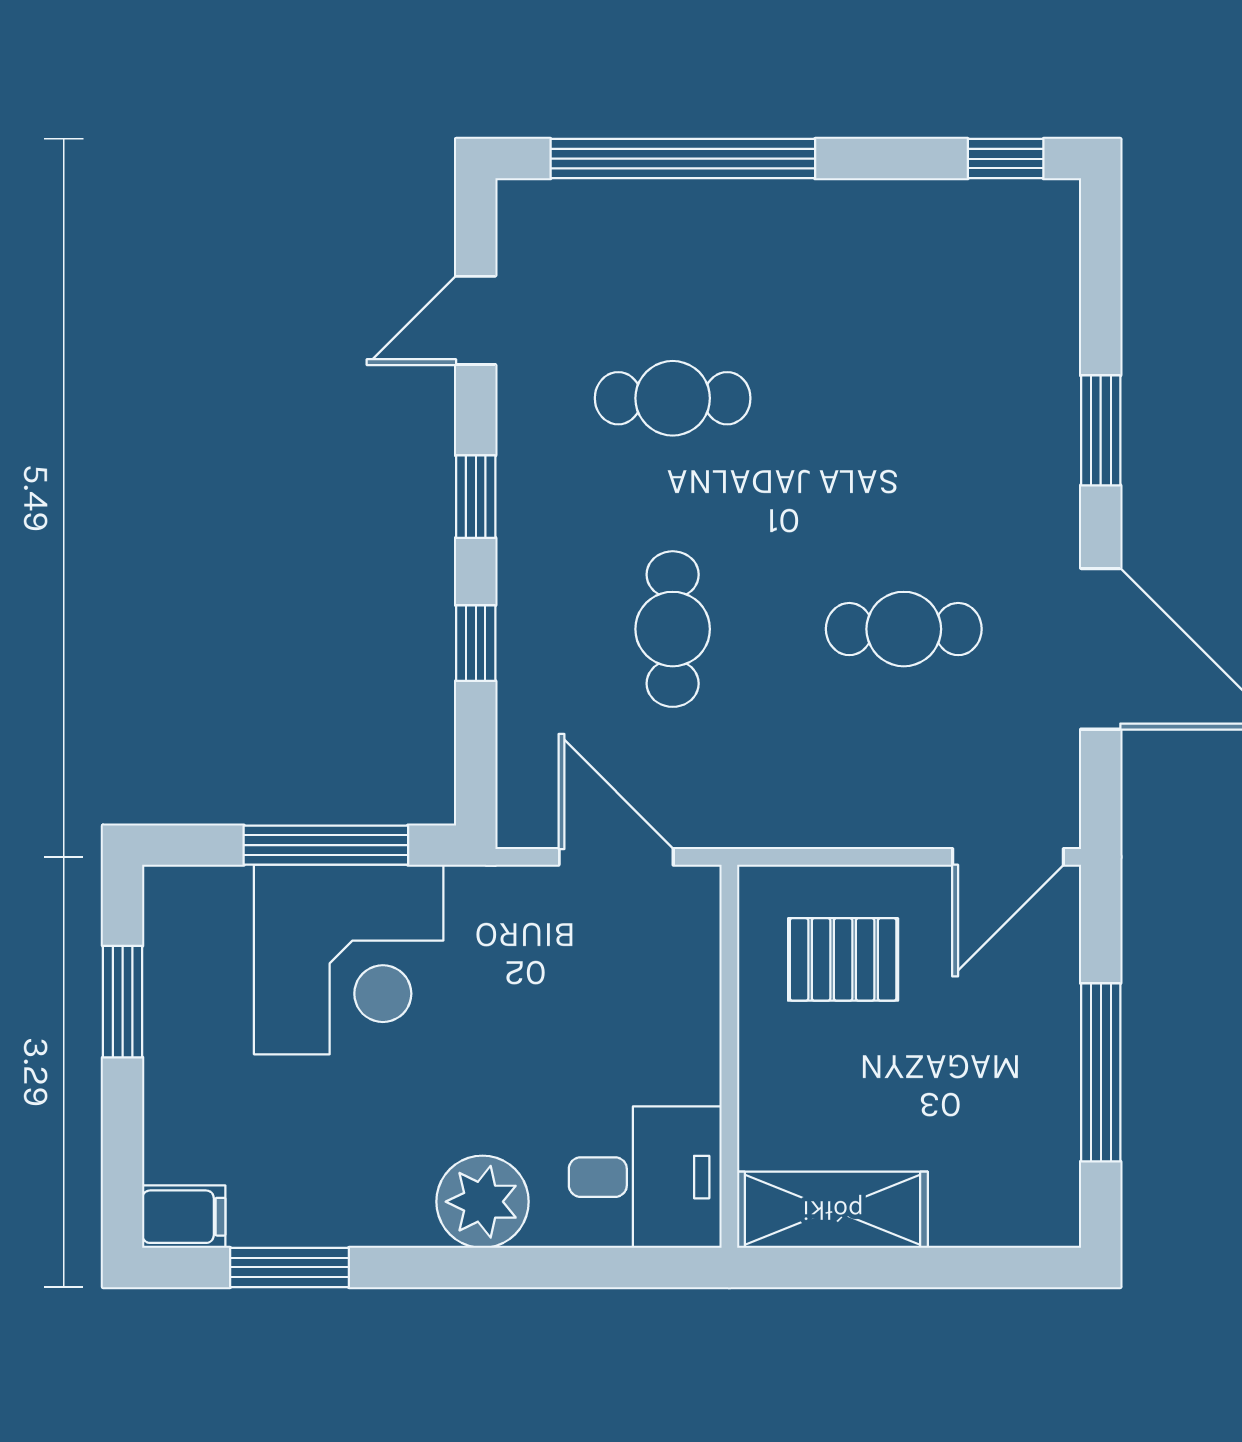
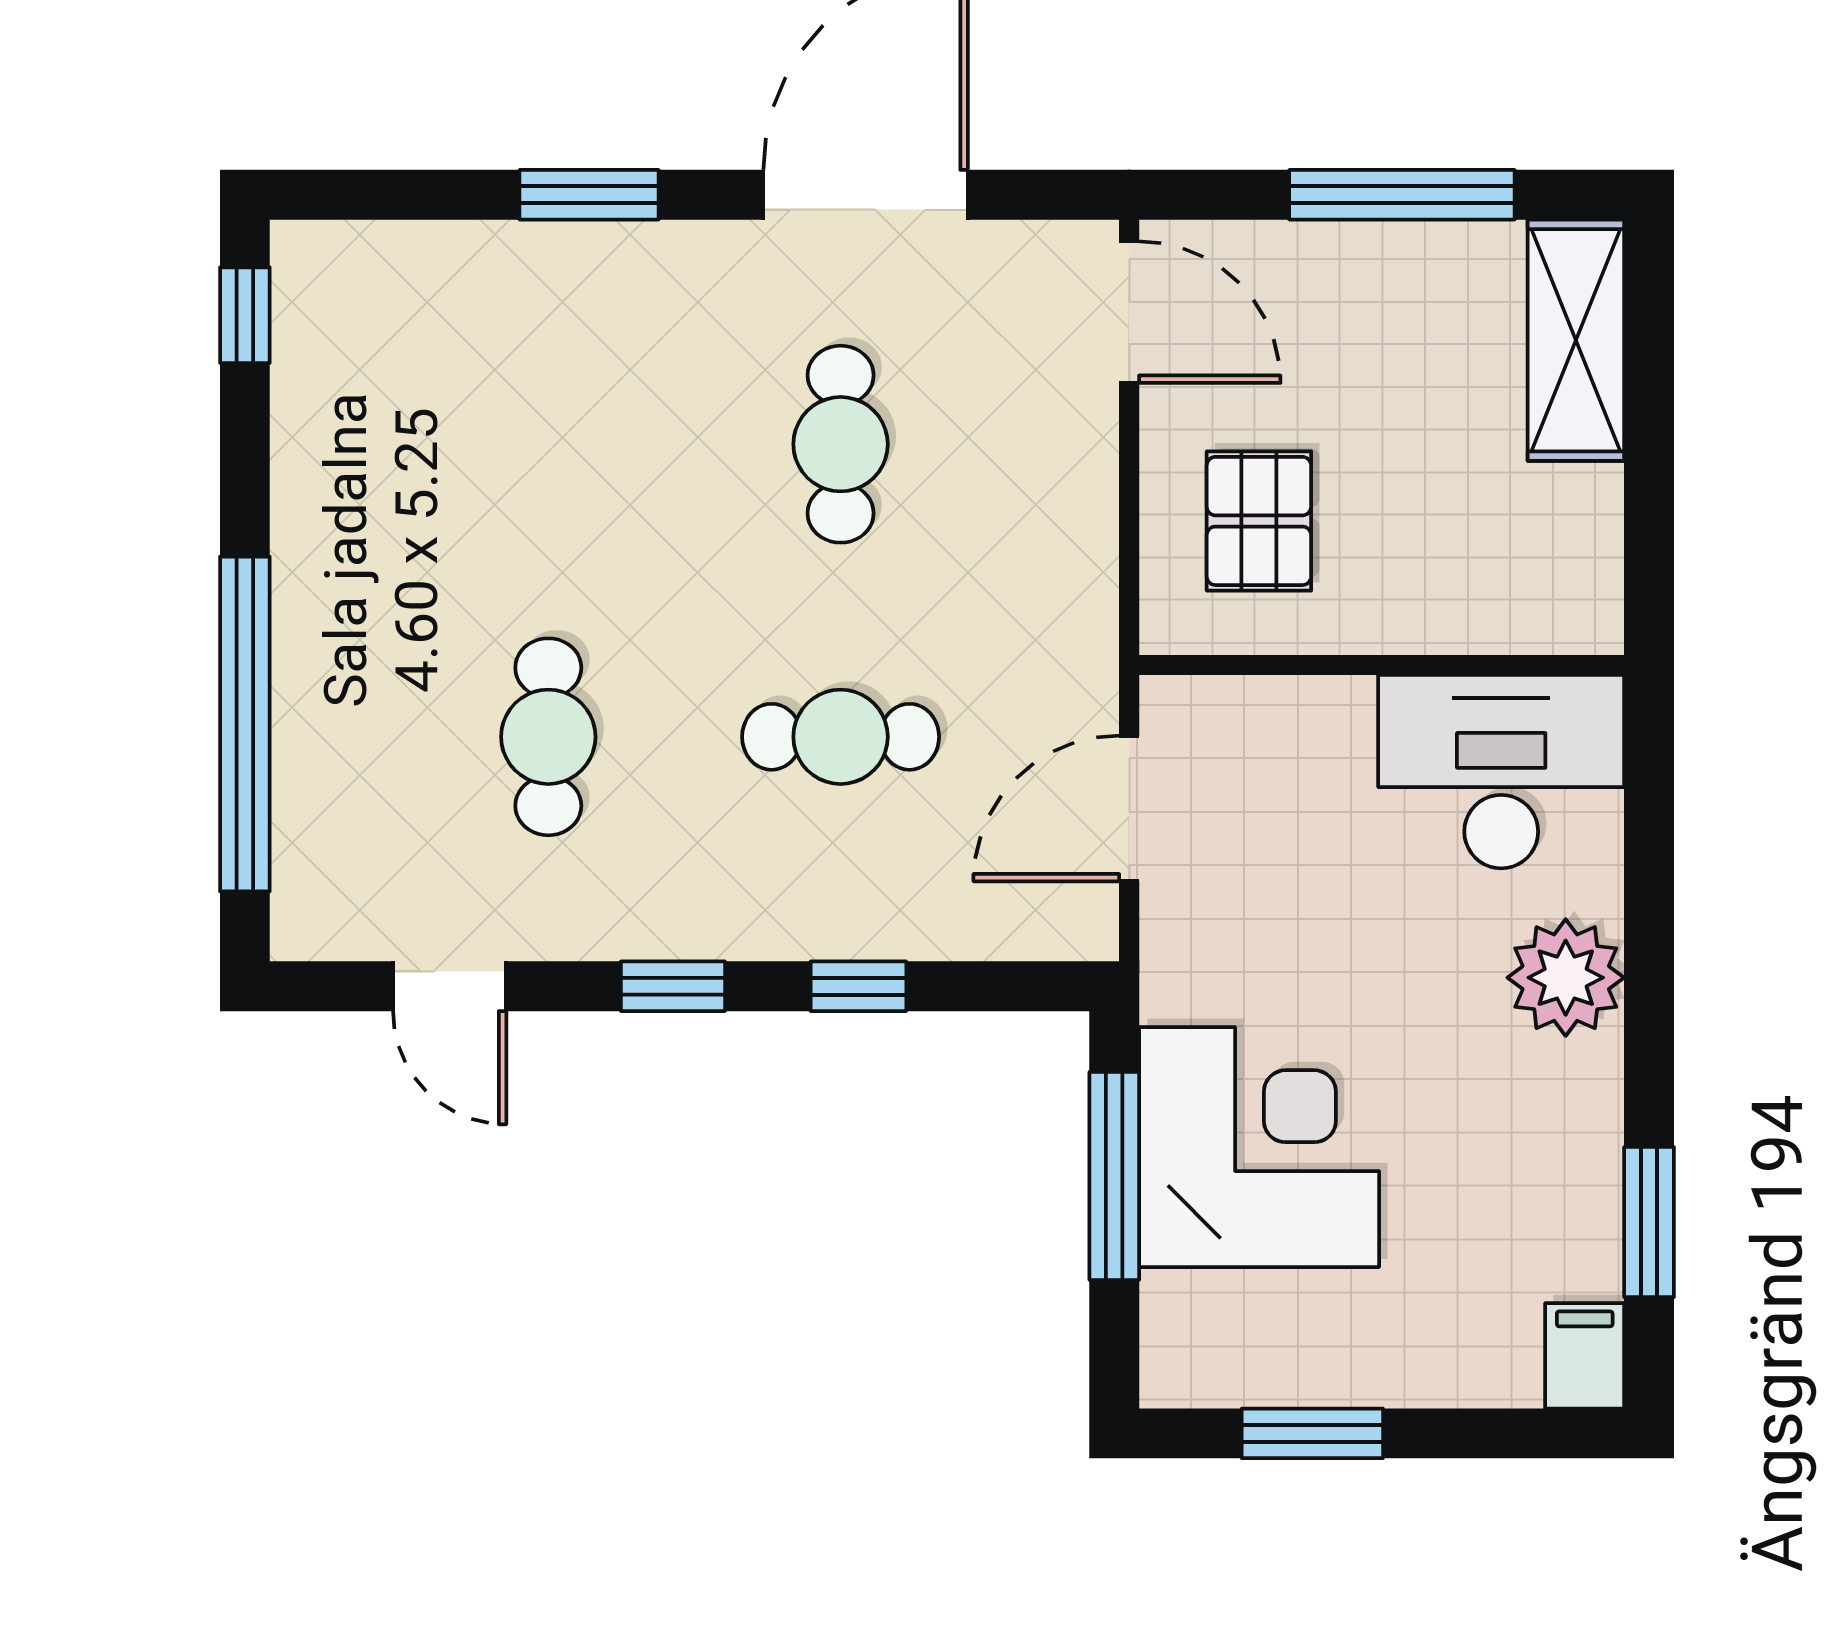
desk: (645, 1177) -> (1501, 772), width x1.37
shelving: (833, 1210) -> (1576, 340), moved

